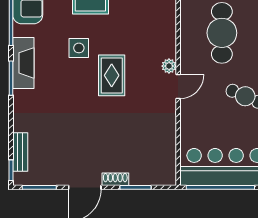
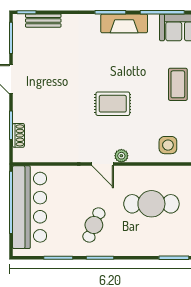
side table: (79, 48) -> (168, 145), moved
shoe rack: (115, 179) -> (18, 135), moved

